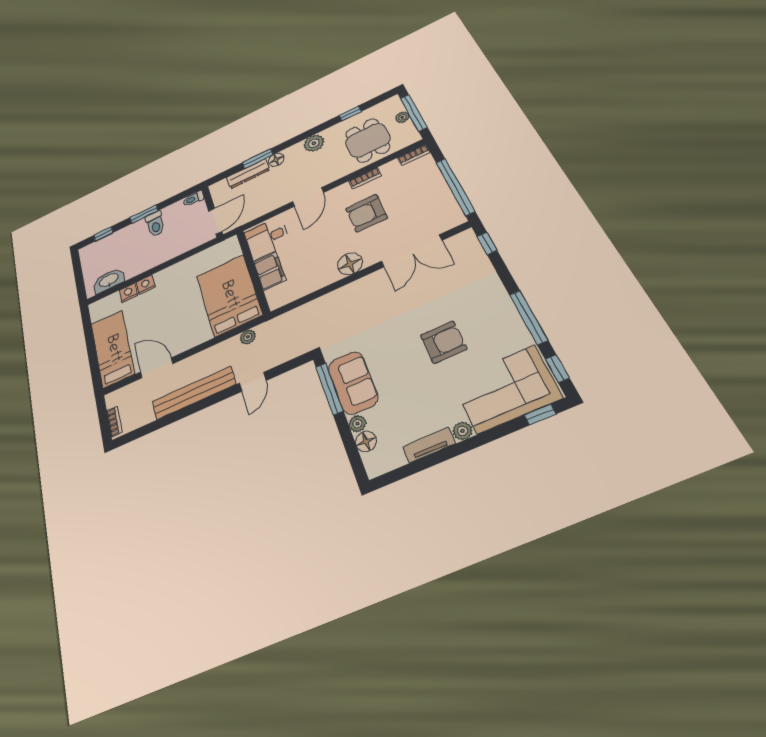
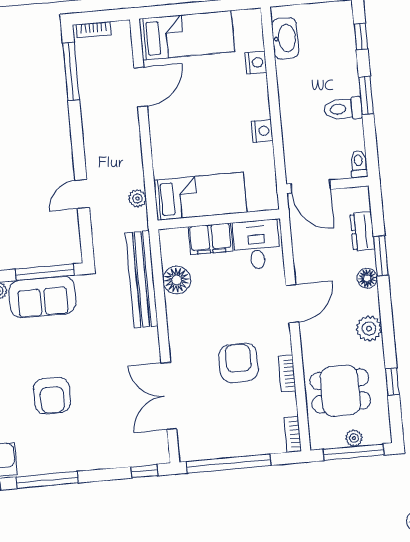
dresser: (248, 174) -> (362, 231), width x0.70
door: (308, 197) -> (292, 304), swing flipped
floor lamp: (350, 264) -> (177, 280), moved
nightstand: (145, 285) -> (262, 131), moved
bed: (229, 295) -> (200, 196), width x0.67
door: (253, 382) -> (82, 194), hinge flipped
bench: (194, 393) -> (142, 279), moved
window: (150, 428) -> (71, 71), added

